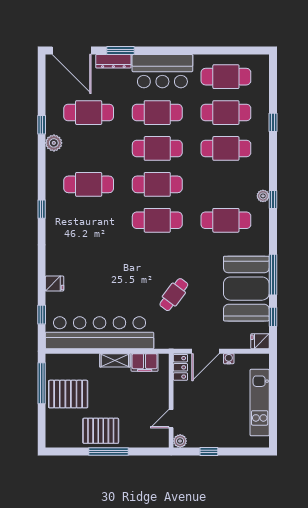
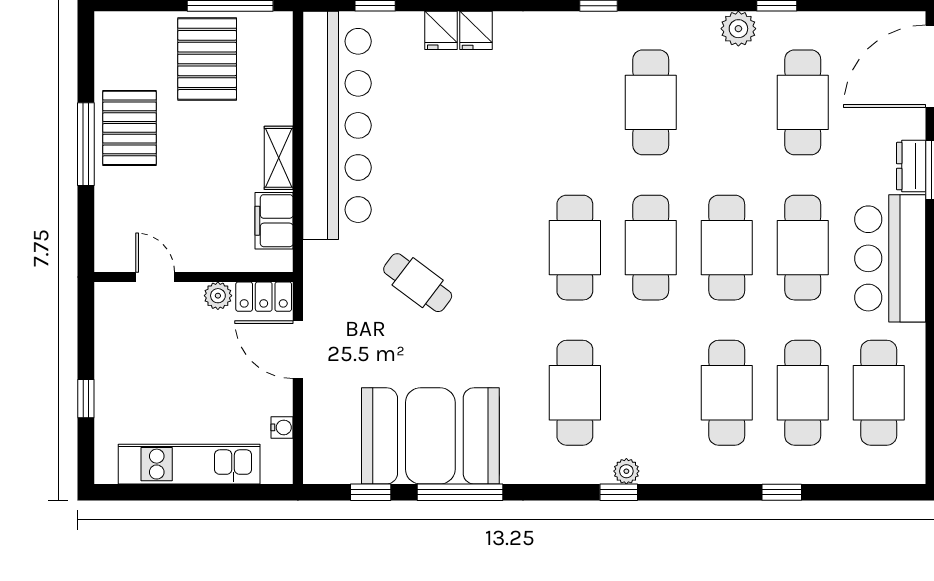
dresser: (113, 61) -> (911, 166), width x0.70
fridge: (260, 341) -> (476, 30), moved, turned 180
water cooler: (229, 359) -> (282, 427), moved
plant: (180, 441) -> (218, 296), moved
window: (209, 451) -> (86, 399), moved

